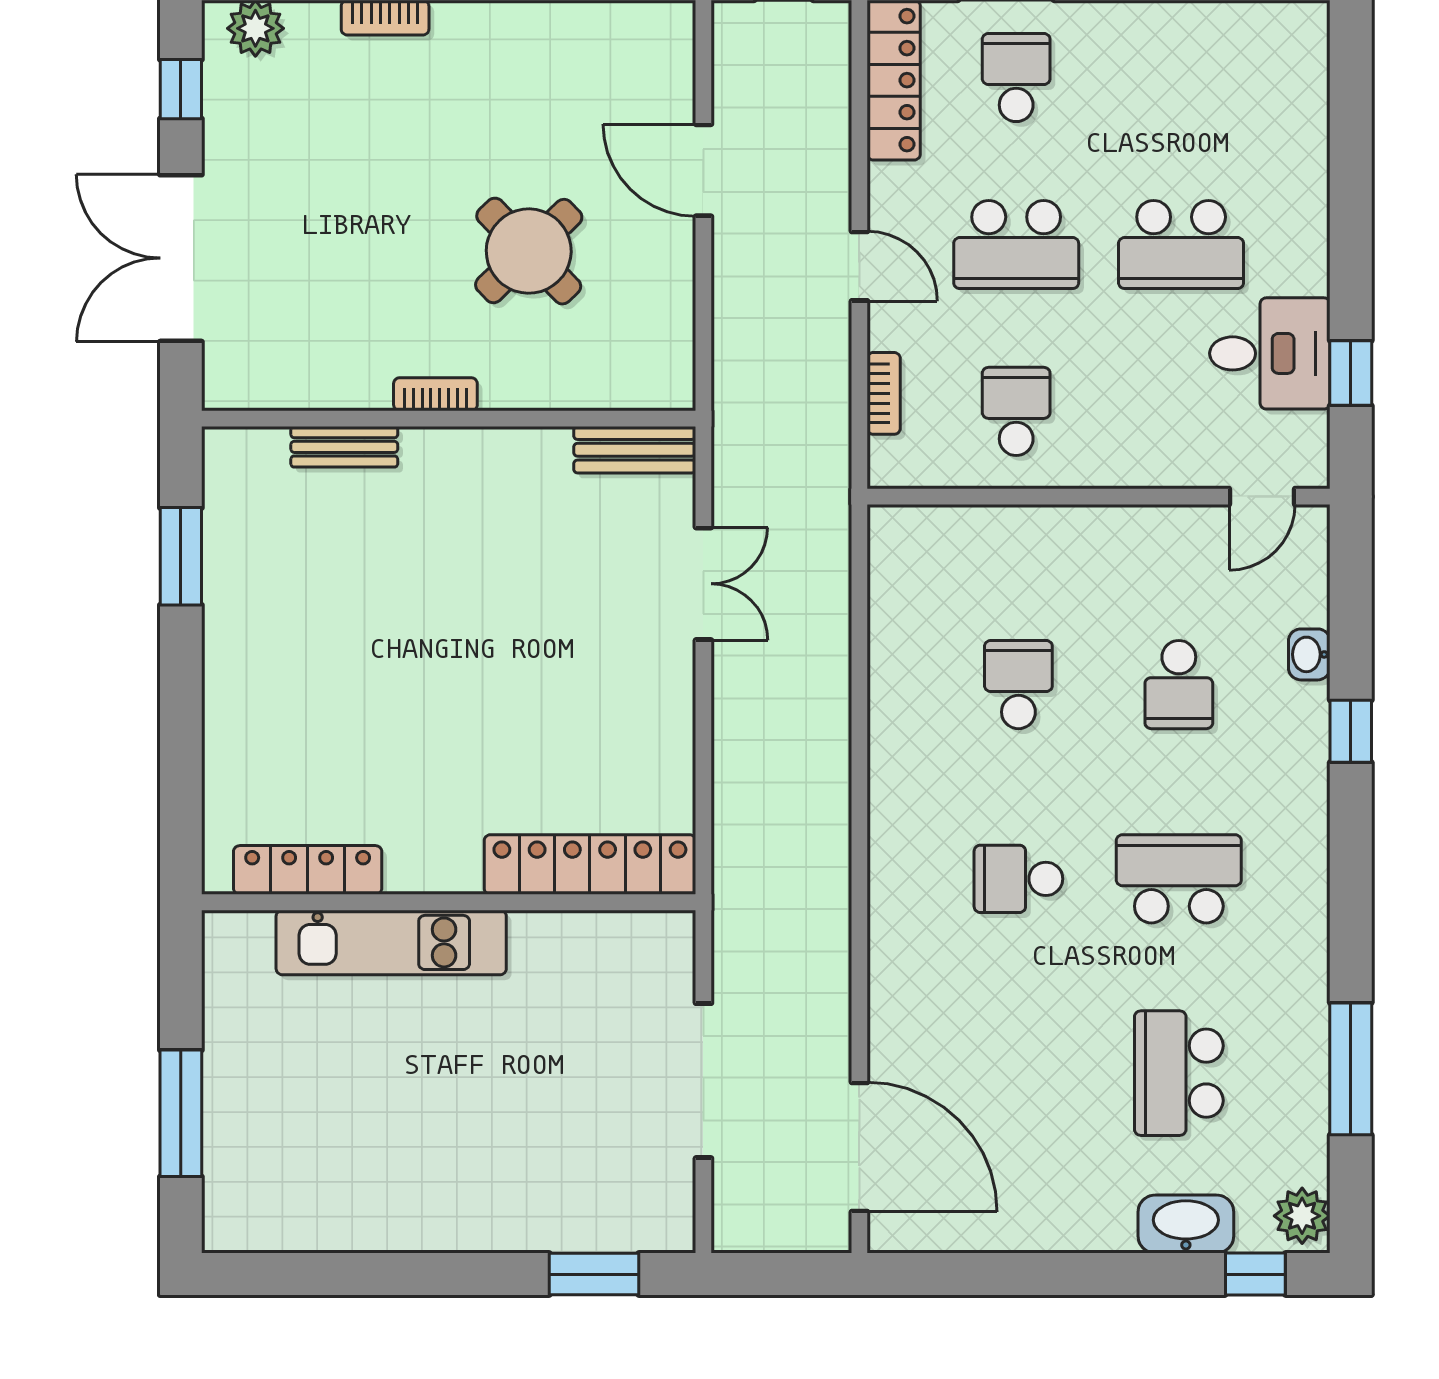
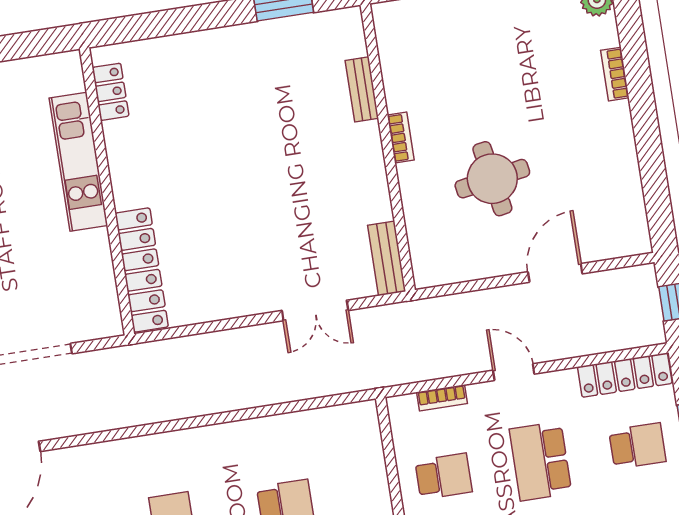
round table: (529, 251) -> (492, 179), turned 34
door: (859, 266) -> (514, 372), swing flipped
locker: (308, 870) -> (111, 92), width x0.66

